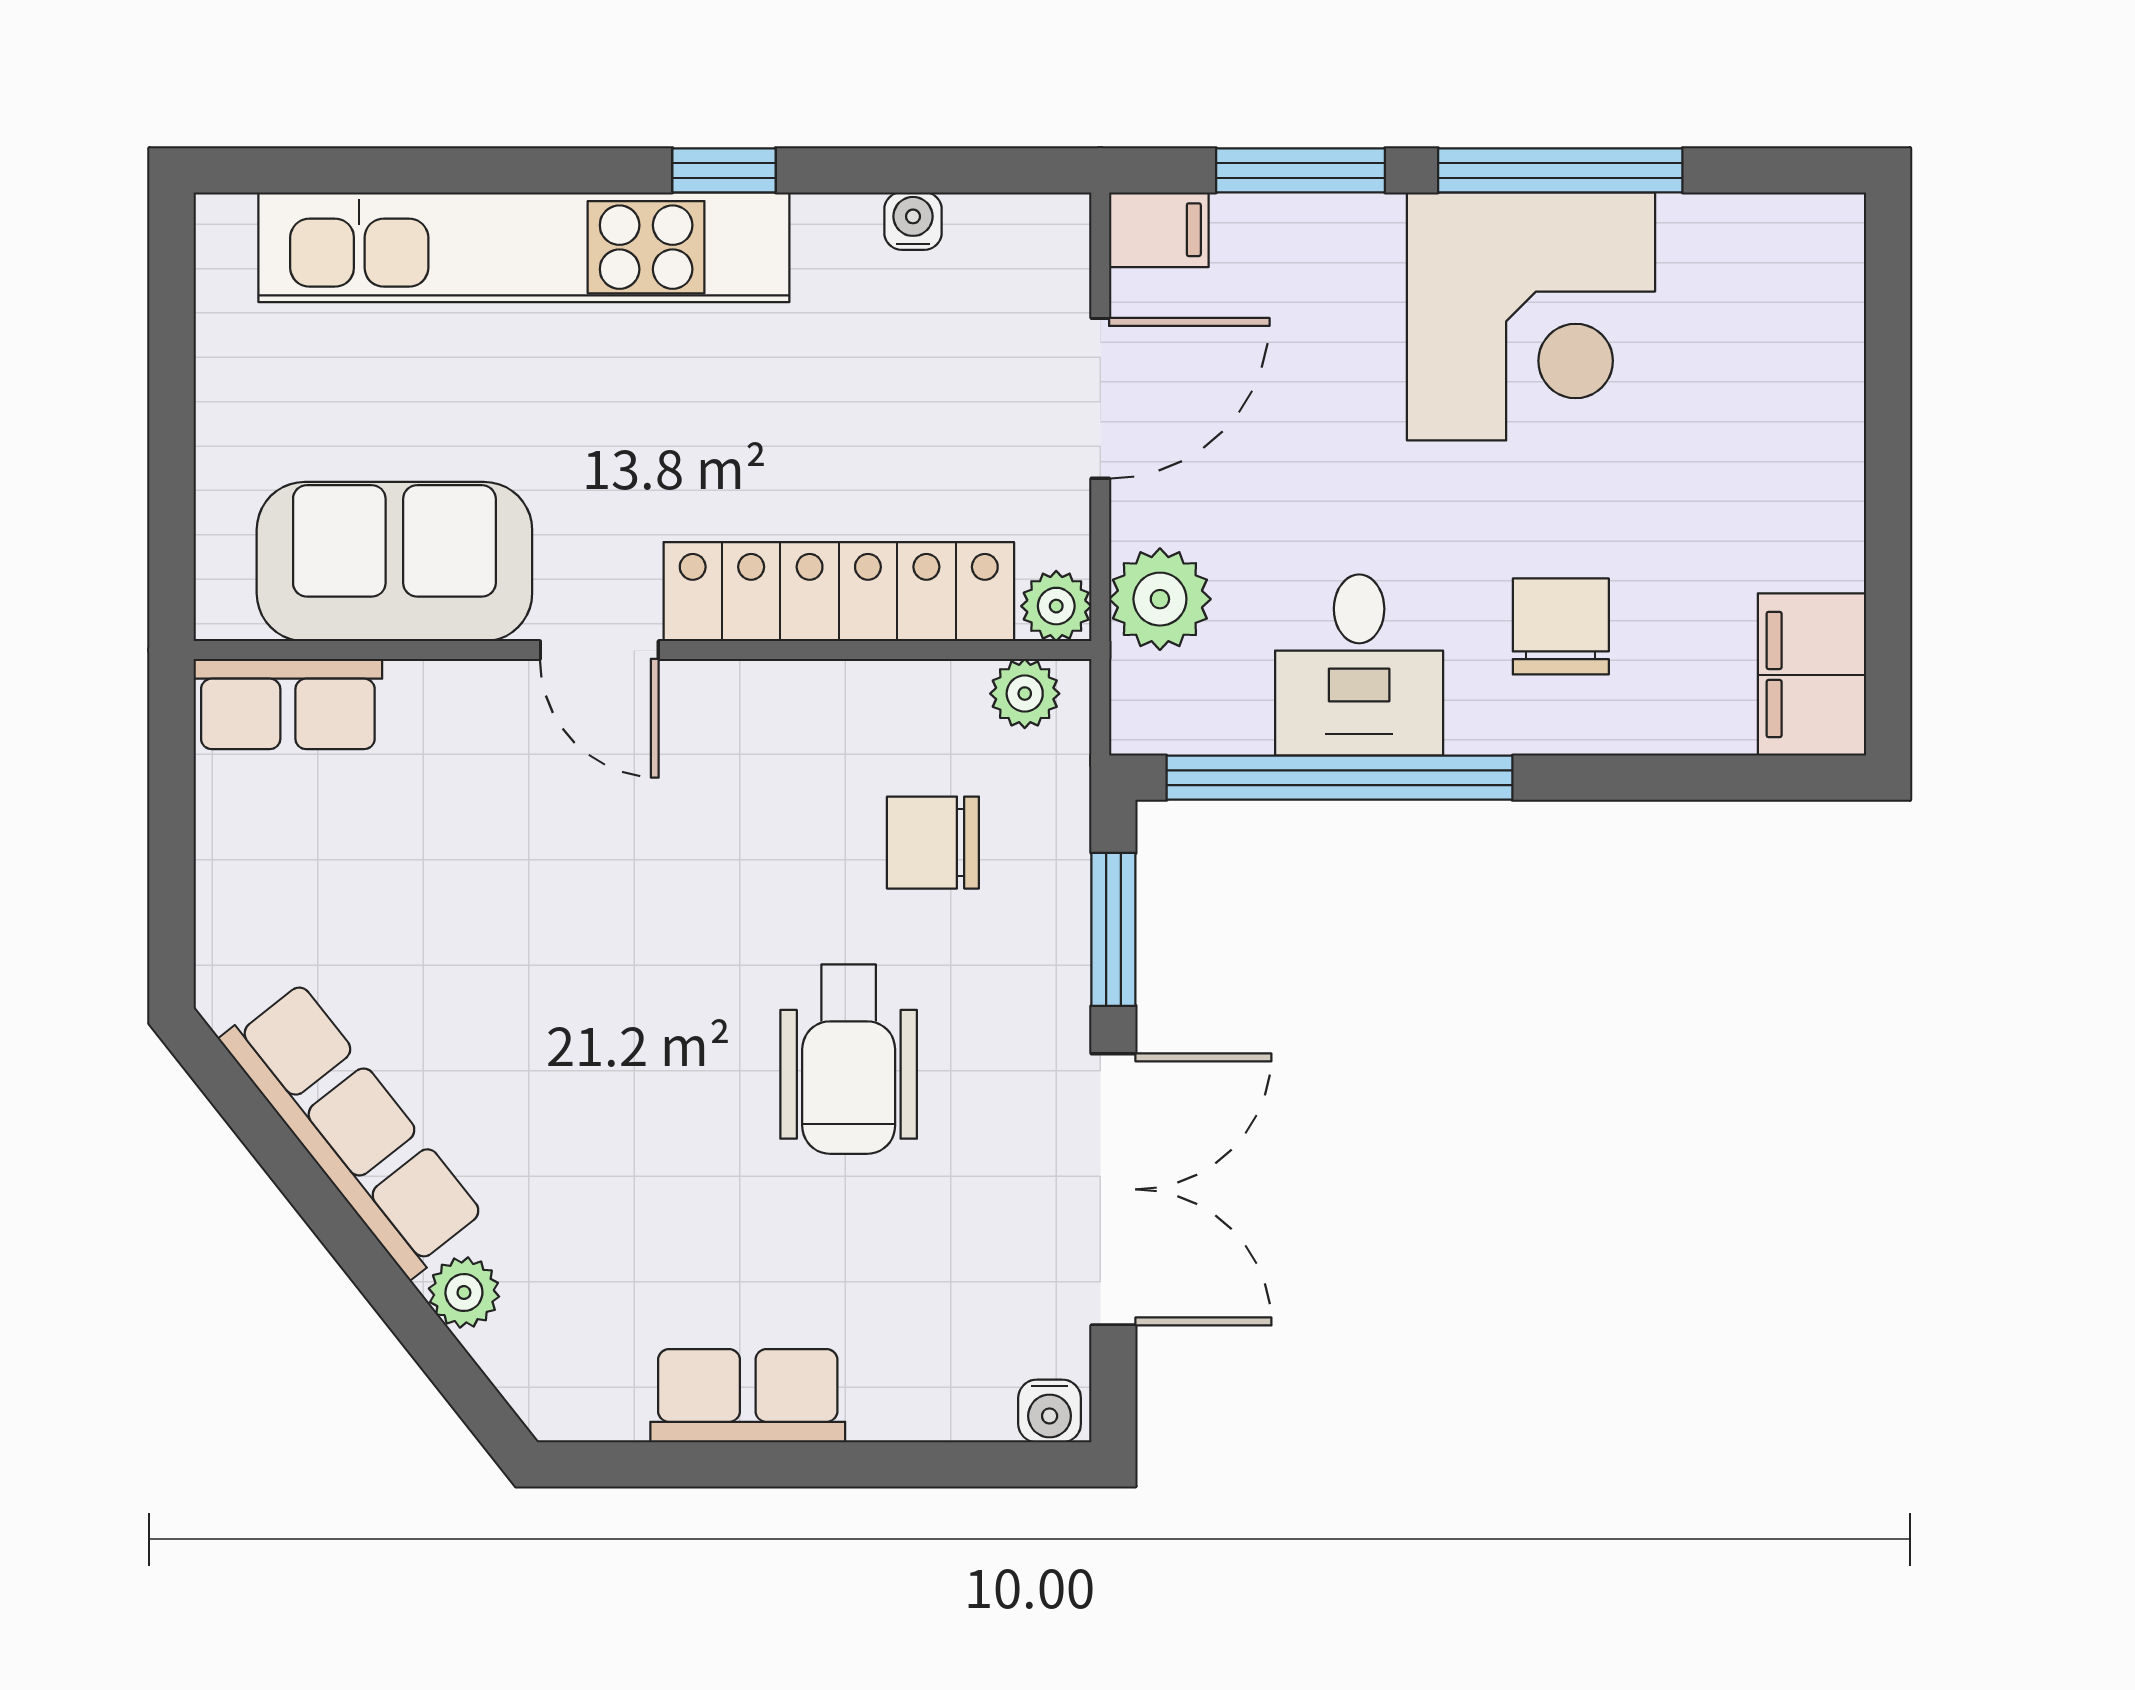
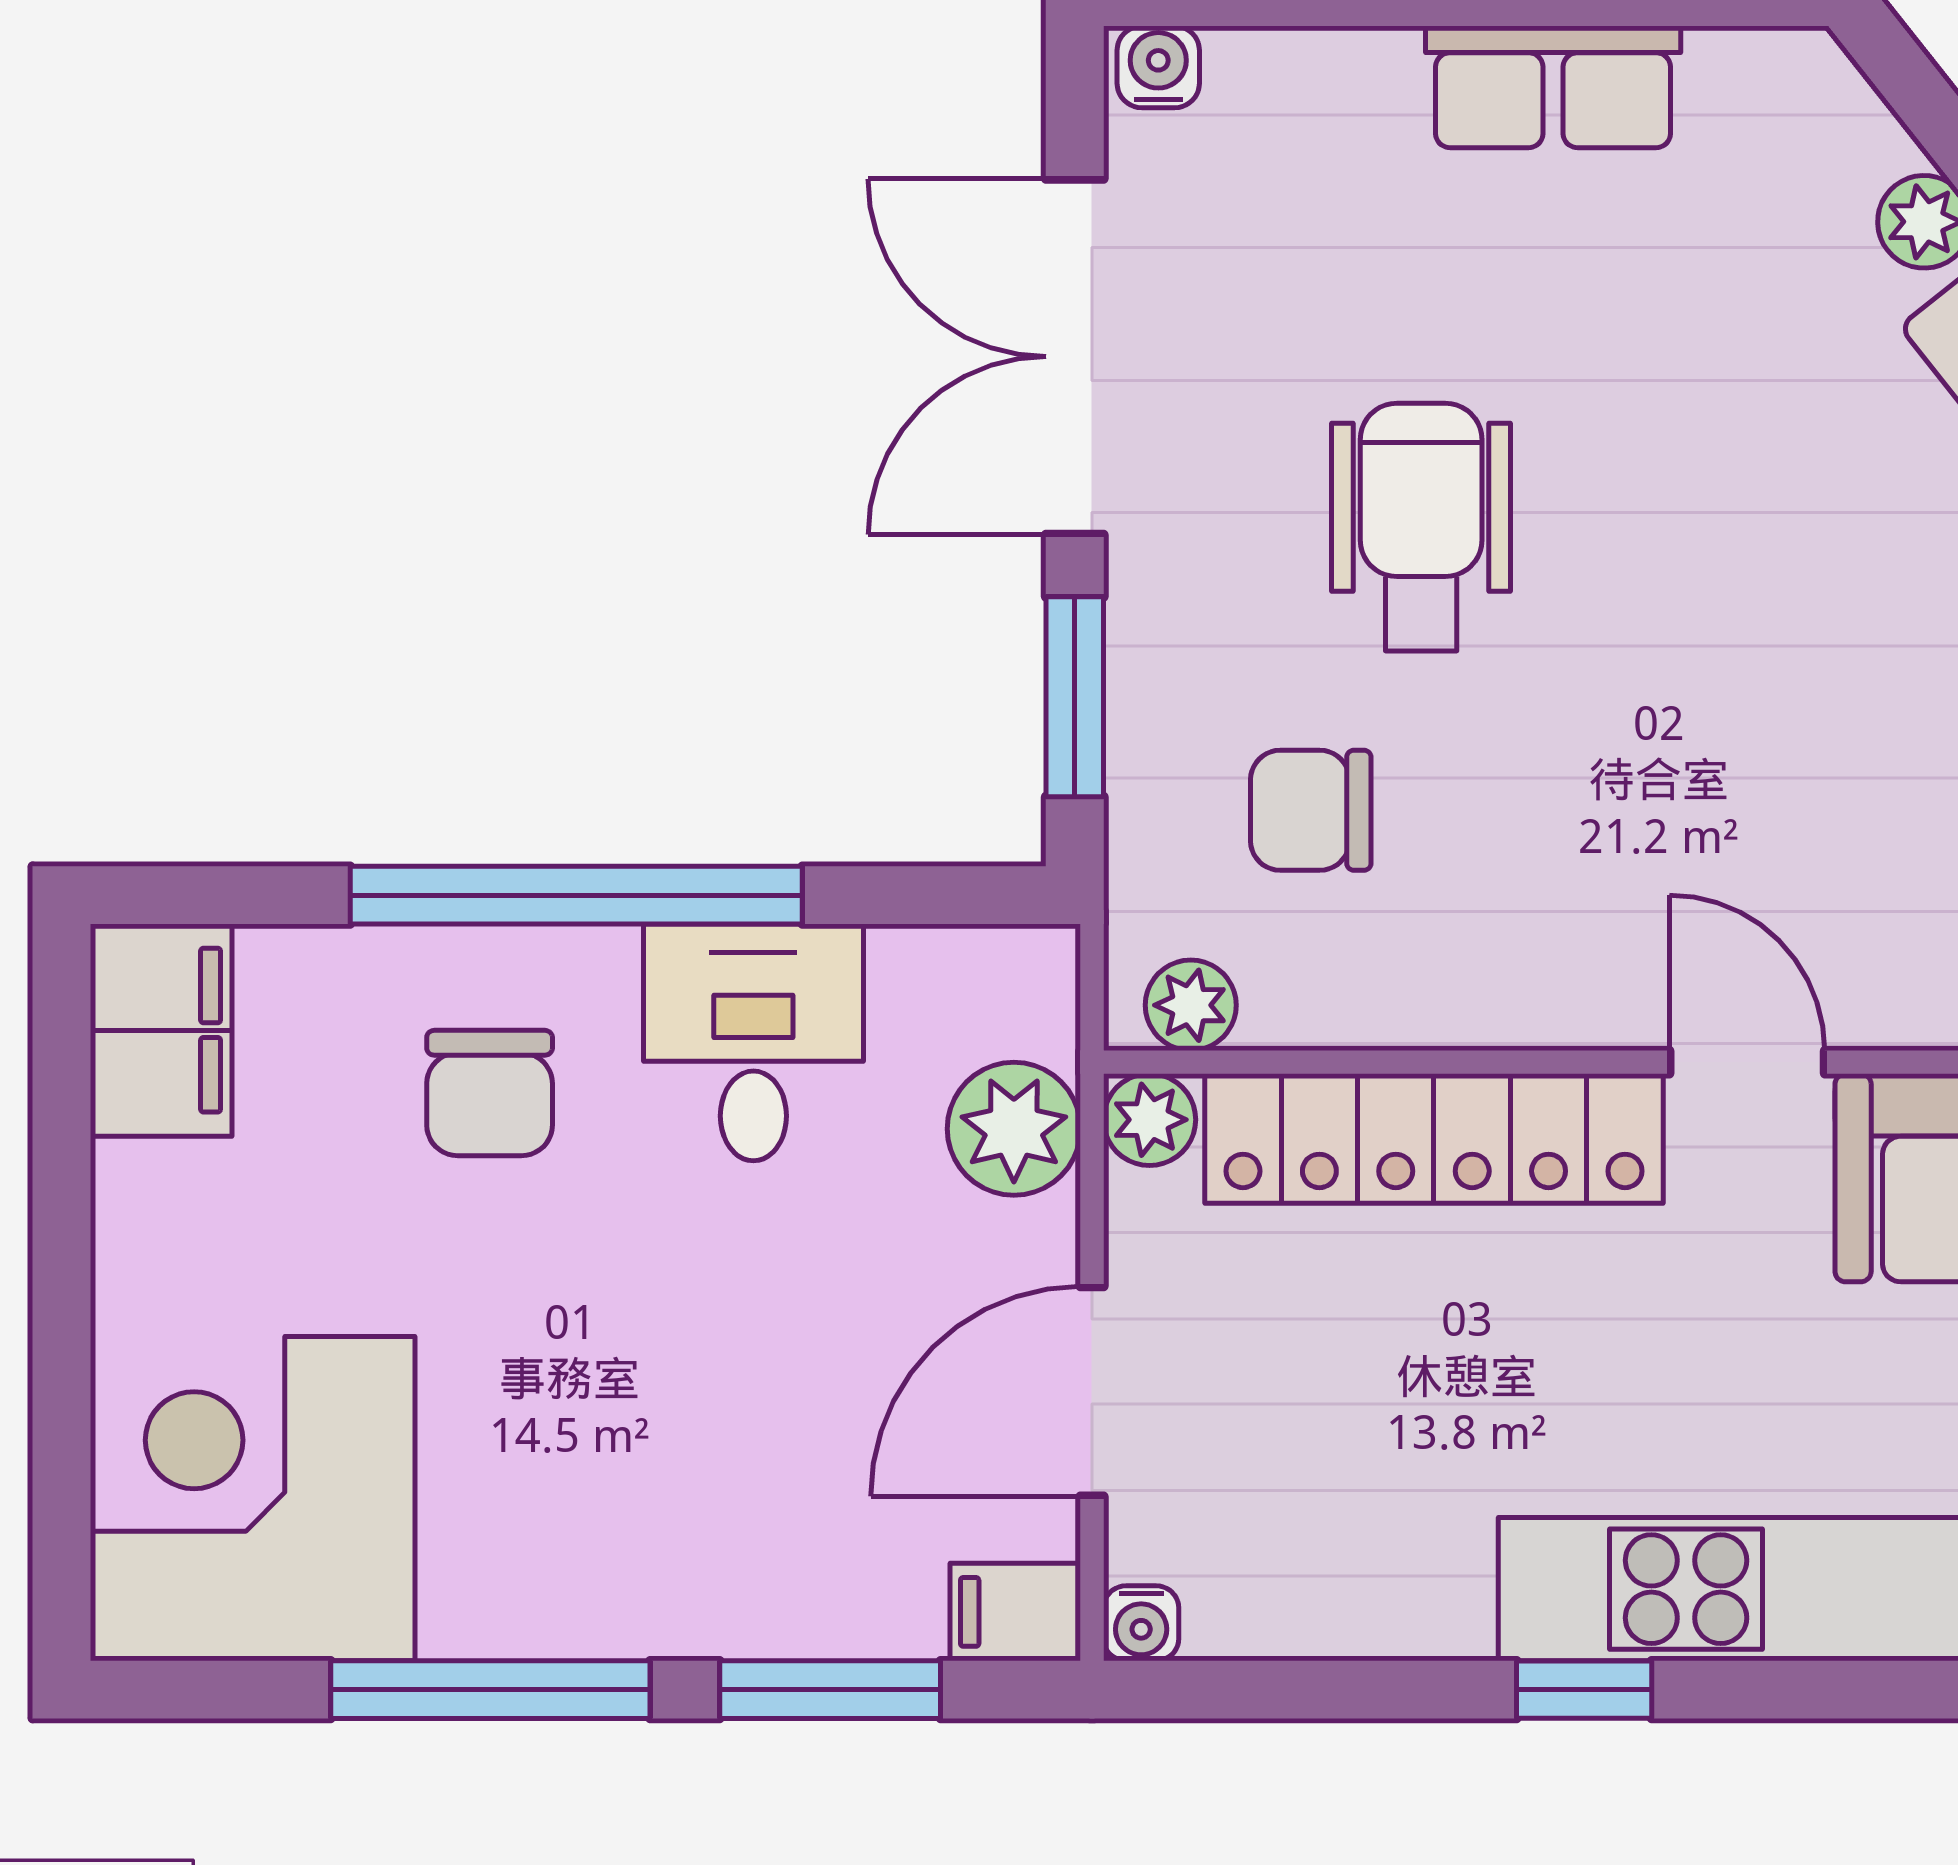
water cooler: (913, 221) -> (1141, 1623), moved
corner desk: (1531, 316) -> (253, 1499), moved
window: (1339, 778) -> (576, 895), moved
chair: (933, 843) -> (1311, 810), turned 180

